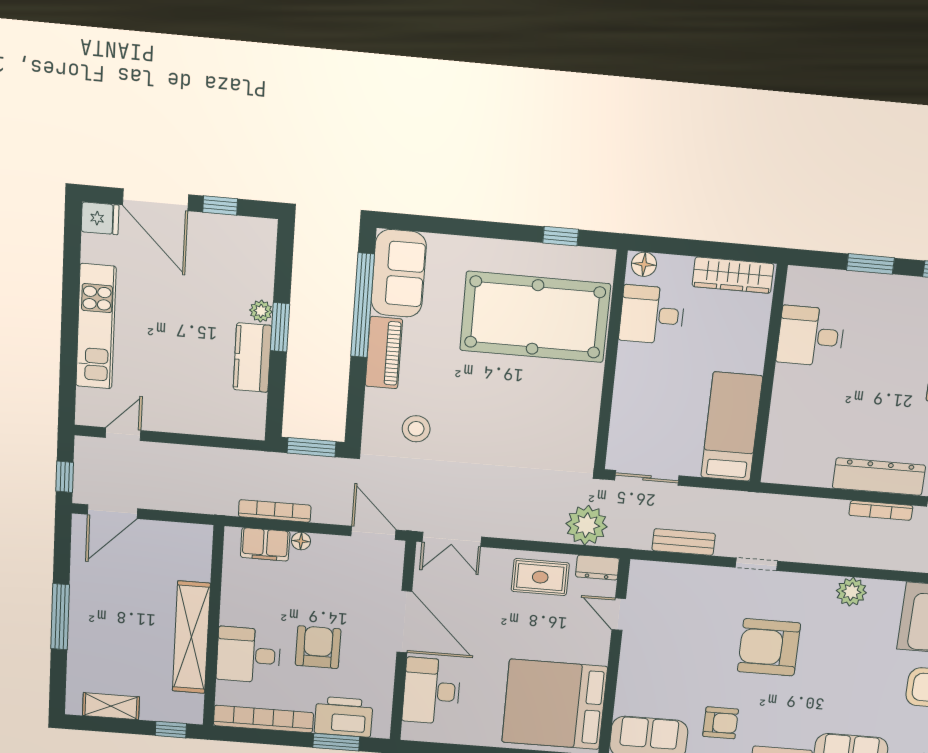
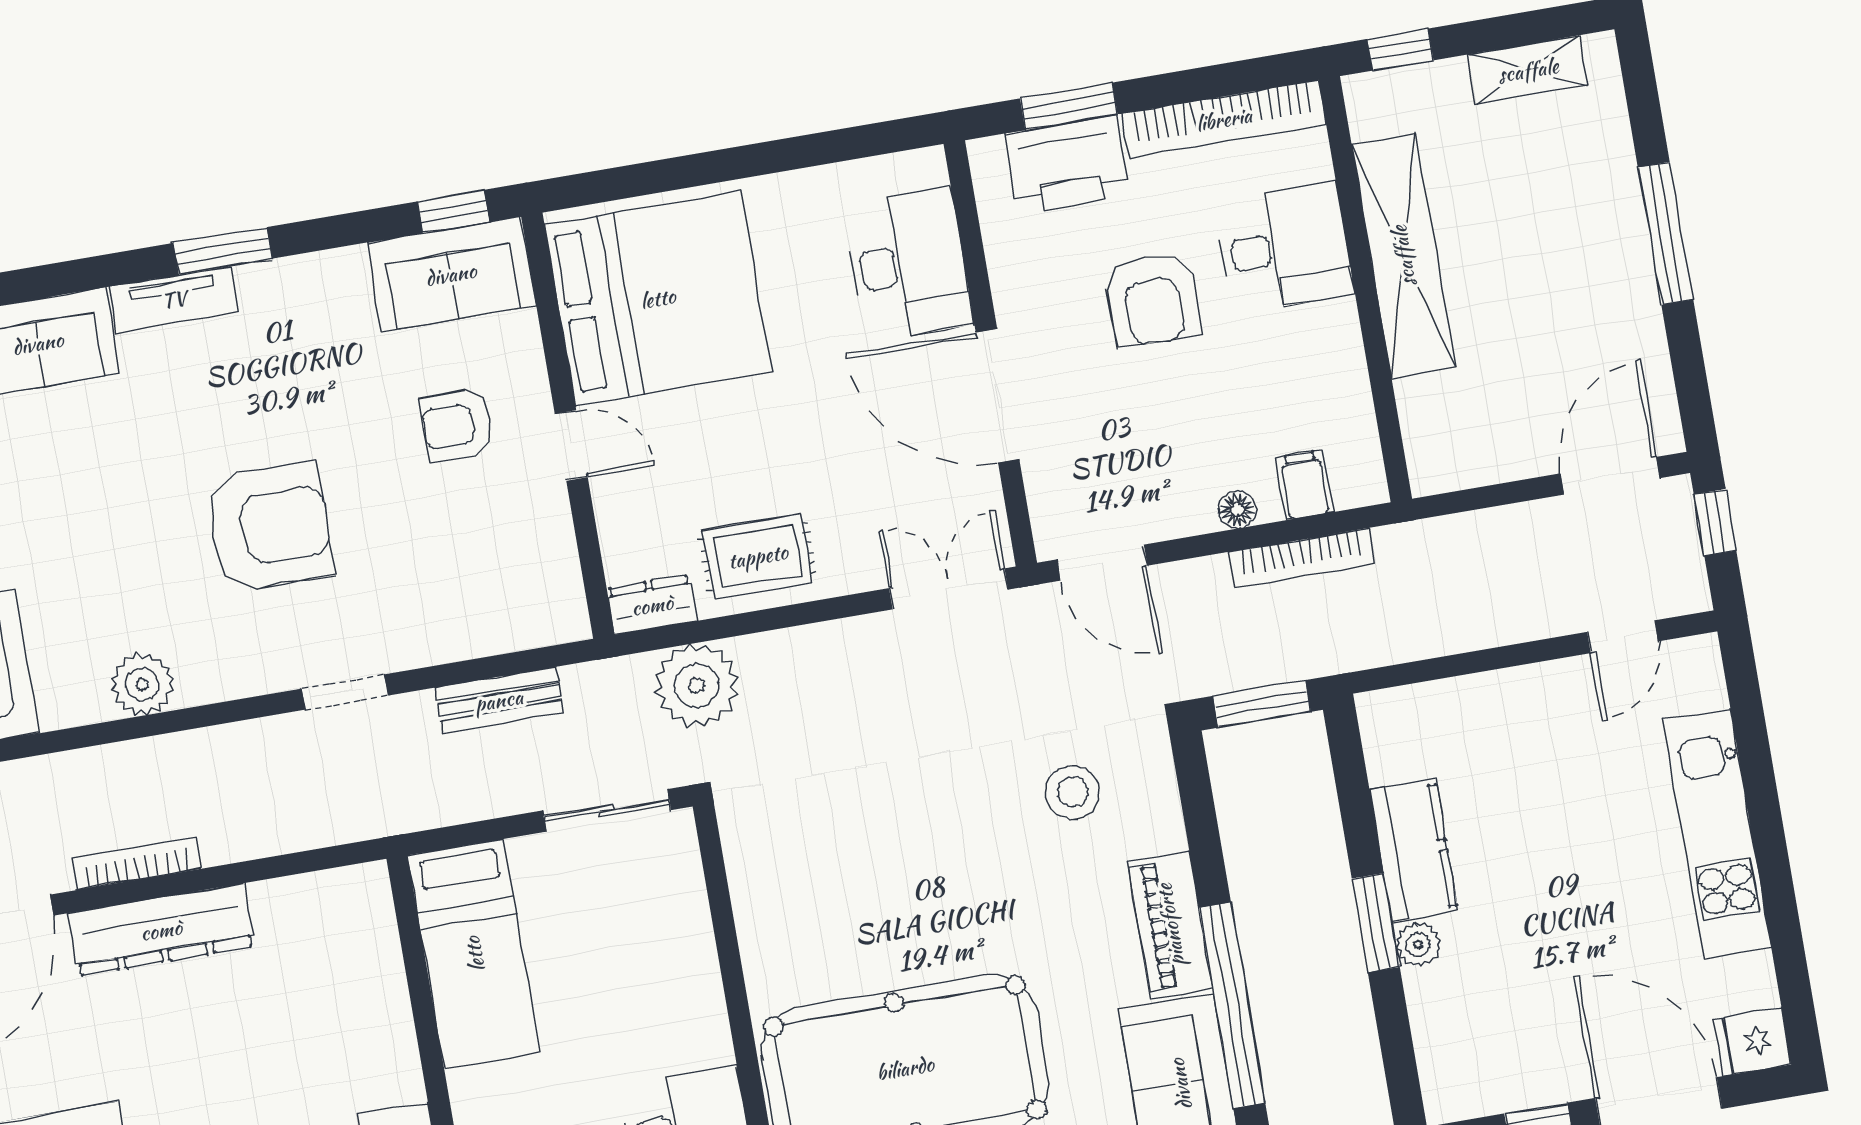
filing cabinet: (265, 544) -> (1304, 485), width x0.50
door: (619, 614) -> (571, 445), moved
armchair: (721, 723) -> (457, 425), moved

